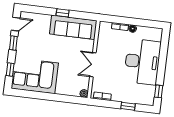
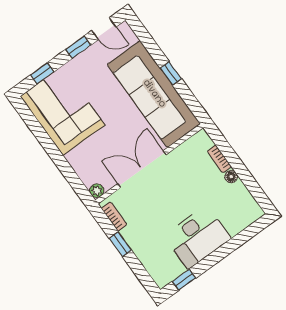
sofa: (73, 27) -> (154, 94), width x1.36, depth x1.27
desk: (142, 62) -> (197, 237), width x0.73, depth x0.77
double door: (93, 65) -> (142, 169), width x1.37
window: (128, 106) -> (120, 244), moved

